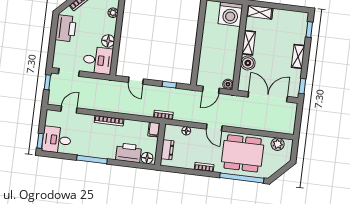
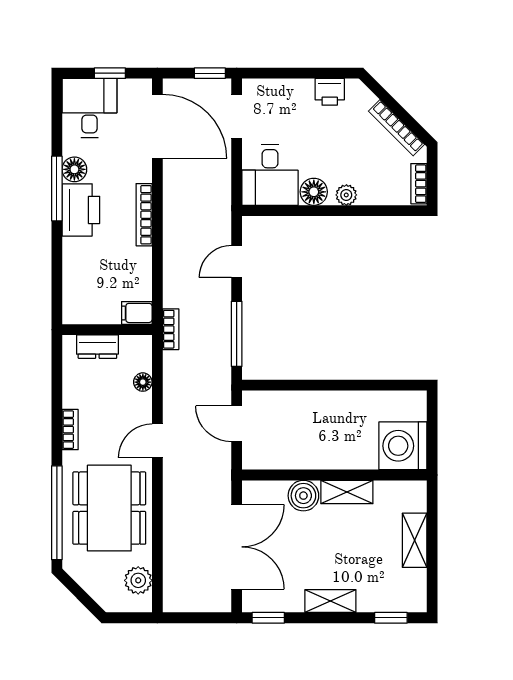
shelving: (260, 12) -> (415, 540), moved
plant: (113, 13) -> (346, 195), moved
printer: (66, 28) -> (330, 92), width x0.53, depth x0.68
boiler: (228, 84) -> (253, 459), removed
window: (169, 85) -> (237, 334), width x2.17
door: (69, 110) -> (157, 126), width x1.87
window: (40, 141) -> (110, 73), moved
printer: (129, 153) -> (81, 210), moved
floor lamp: (147, 158) -> (74, 169), moved

